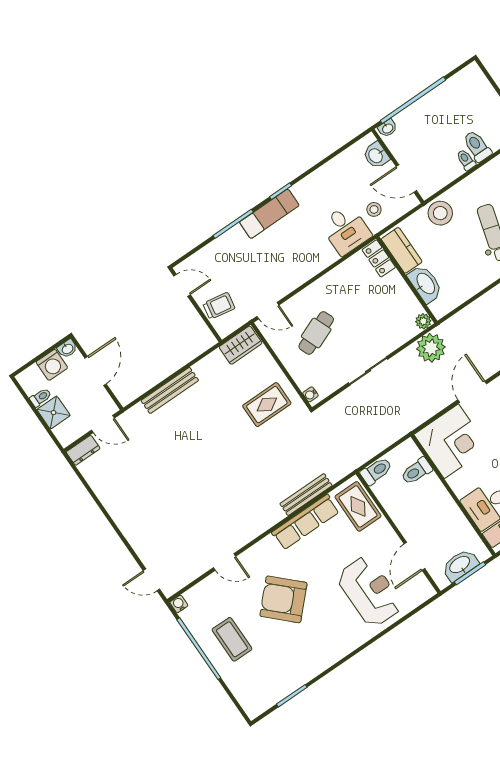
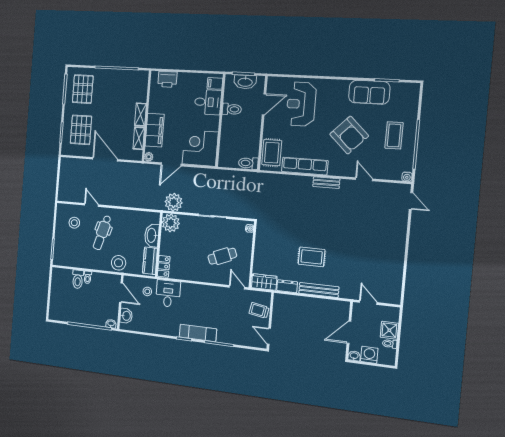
plant: (423, 321) -> (171, 223), width x1.88, depth x1.88
rug: (267, 405) -> (312, 257), moved
dresser: (83, 450) -> (287, 286), moved
toilet: (417, 471) -> (232, 109), moved
bench: (306, 495) -> (326, 183), moved, width x0.73
sofa: (301, 667) -> (369, 92), added

